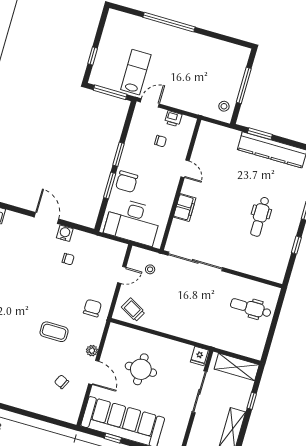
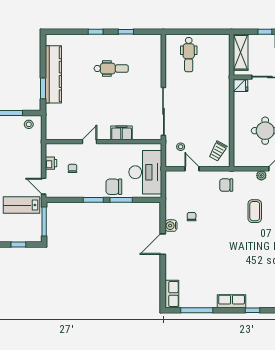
chair: (127, 182) -> (114, 187), turned 180

